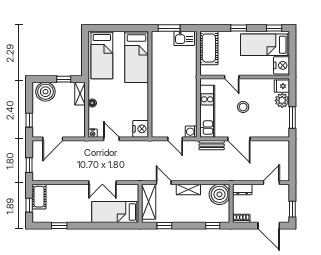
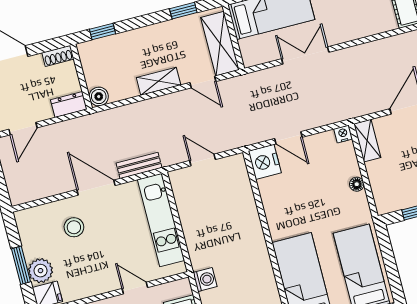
shelving: (80, 94) -> (367, 141), moved
stool: (243, 107) -> (74, 227), moved
window: (292, 117) -> (21, 265), moved
washing machine: (191, 132) -> (205, 280), moved
door: (111, 139) -> (288, 138), moved
boiler: (219, 194) -> (99, 97), width x0.54, depth x0.54

